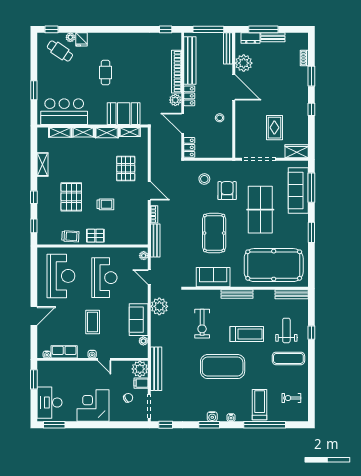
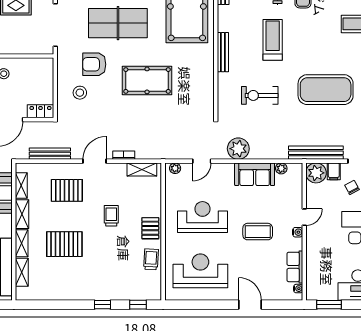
shelving: (43, 164) -> (142, 169), moved
pallet: (71, 197) -> (64, 244), moved
bench: (155, 240) -> (50, 154), moved
sofa: (213, 277) -> (202, 82), removed
exercise bike: (202, 324) -> (260, 95), turned 180
exercise mat: (223, 367) -> (326, 90), moved, turned 90

